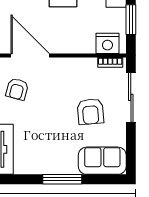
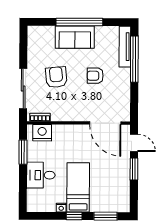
armchair: (17, 89) -> (95, 76), moved, turned -105
sofa: (102, 161) -> (75, 37), moved
window: (62, 179) -> (79, 22), width x1.46

